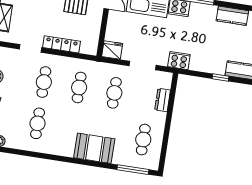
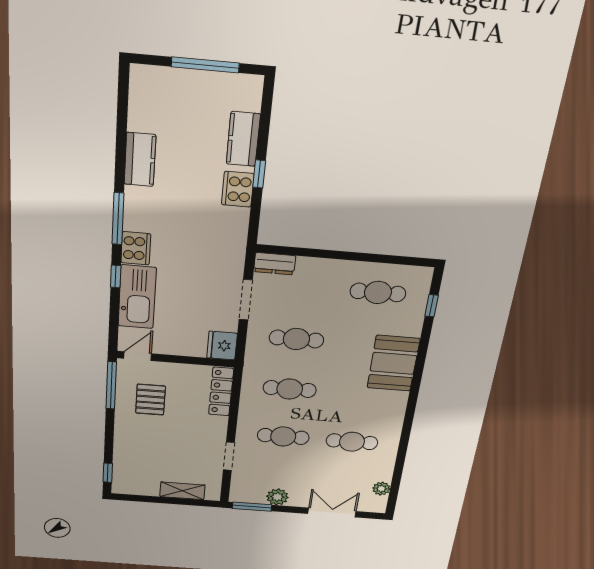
locker: (62, 44) -> (221, 392), moved
cooker: (179, 61) -> (238, 189), moved
dresser: (163, 100) -> (275, 264), moved
window: (133, 170) -> (432, 306), width x0.46

